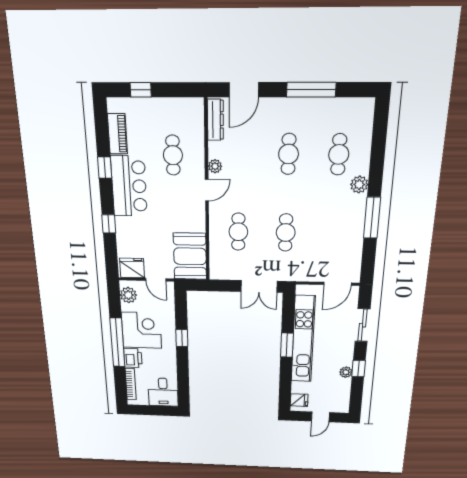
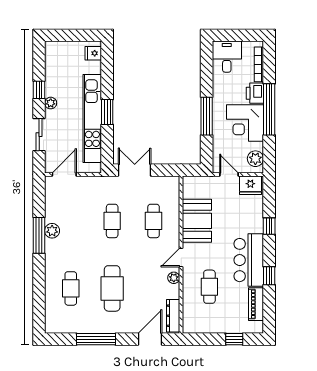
cafe table: (289, 154) -> (112, 288), width x1.37, depth x1.35
plant: (359, 185) -> (52, 231), moved
booth: (190, 256) -> (197, 221), moved
window: (182, 338) -> (207, 116), width x2.17
plant: (346, 372) -> (51, 103), moved
door: (320, 417) -> (72, 35), removed

